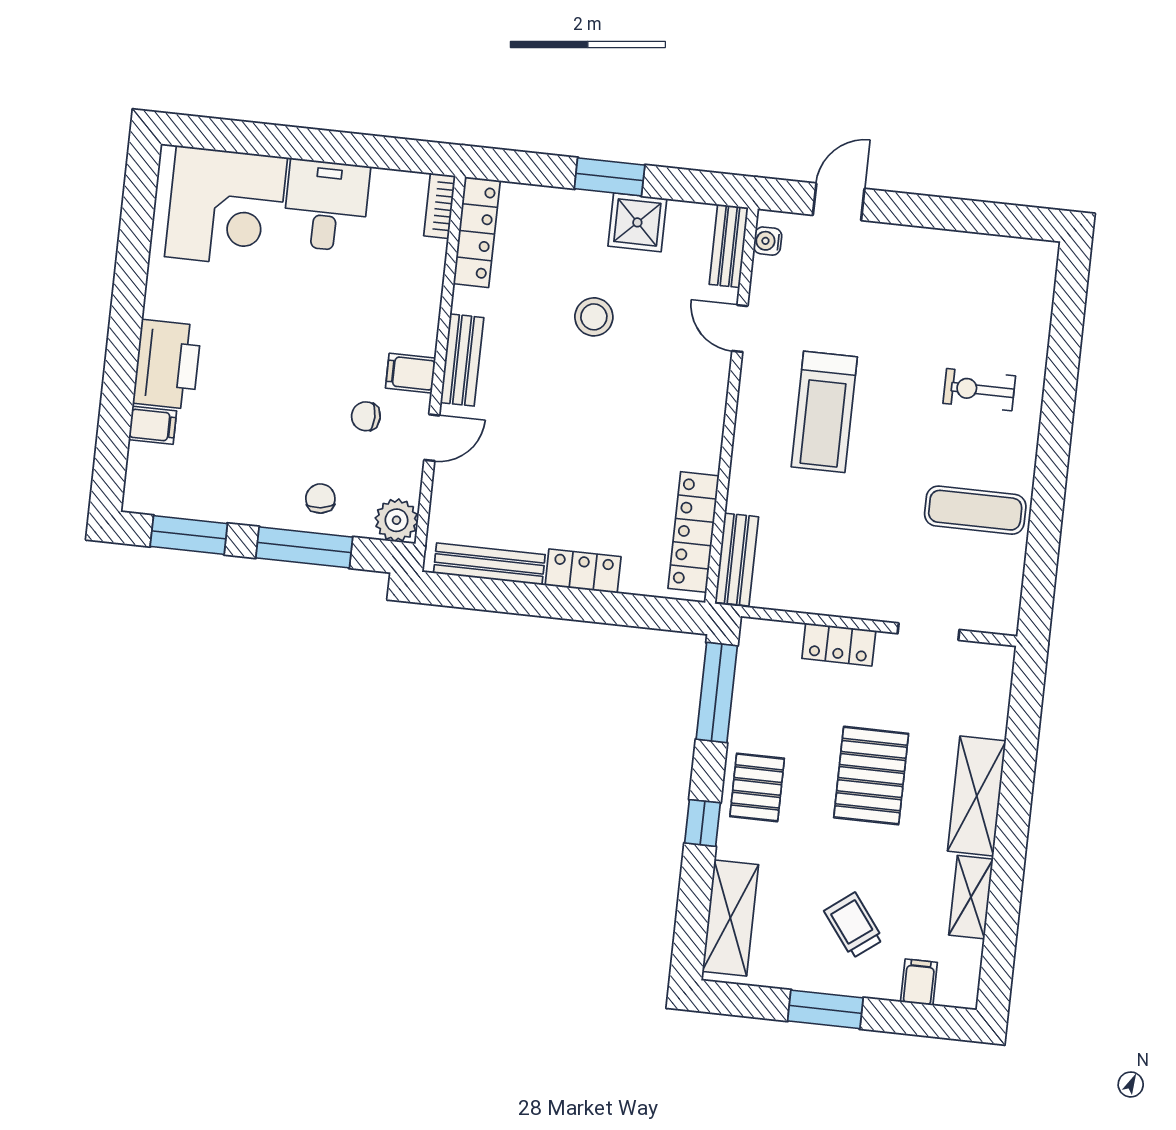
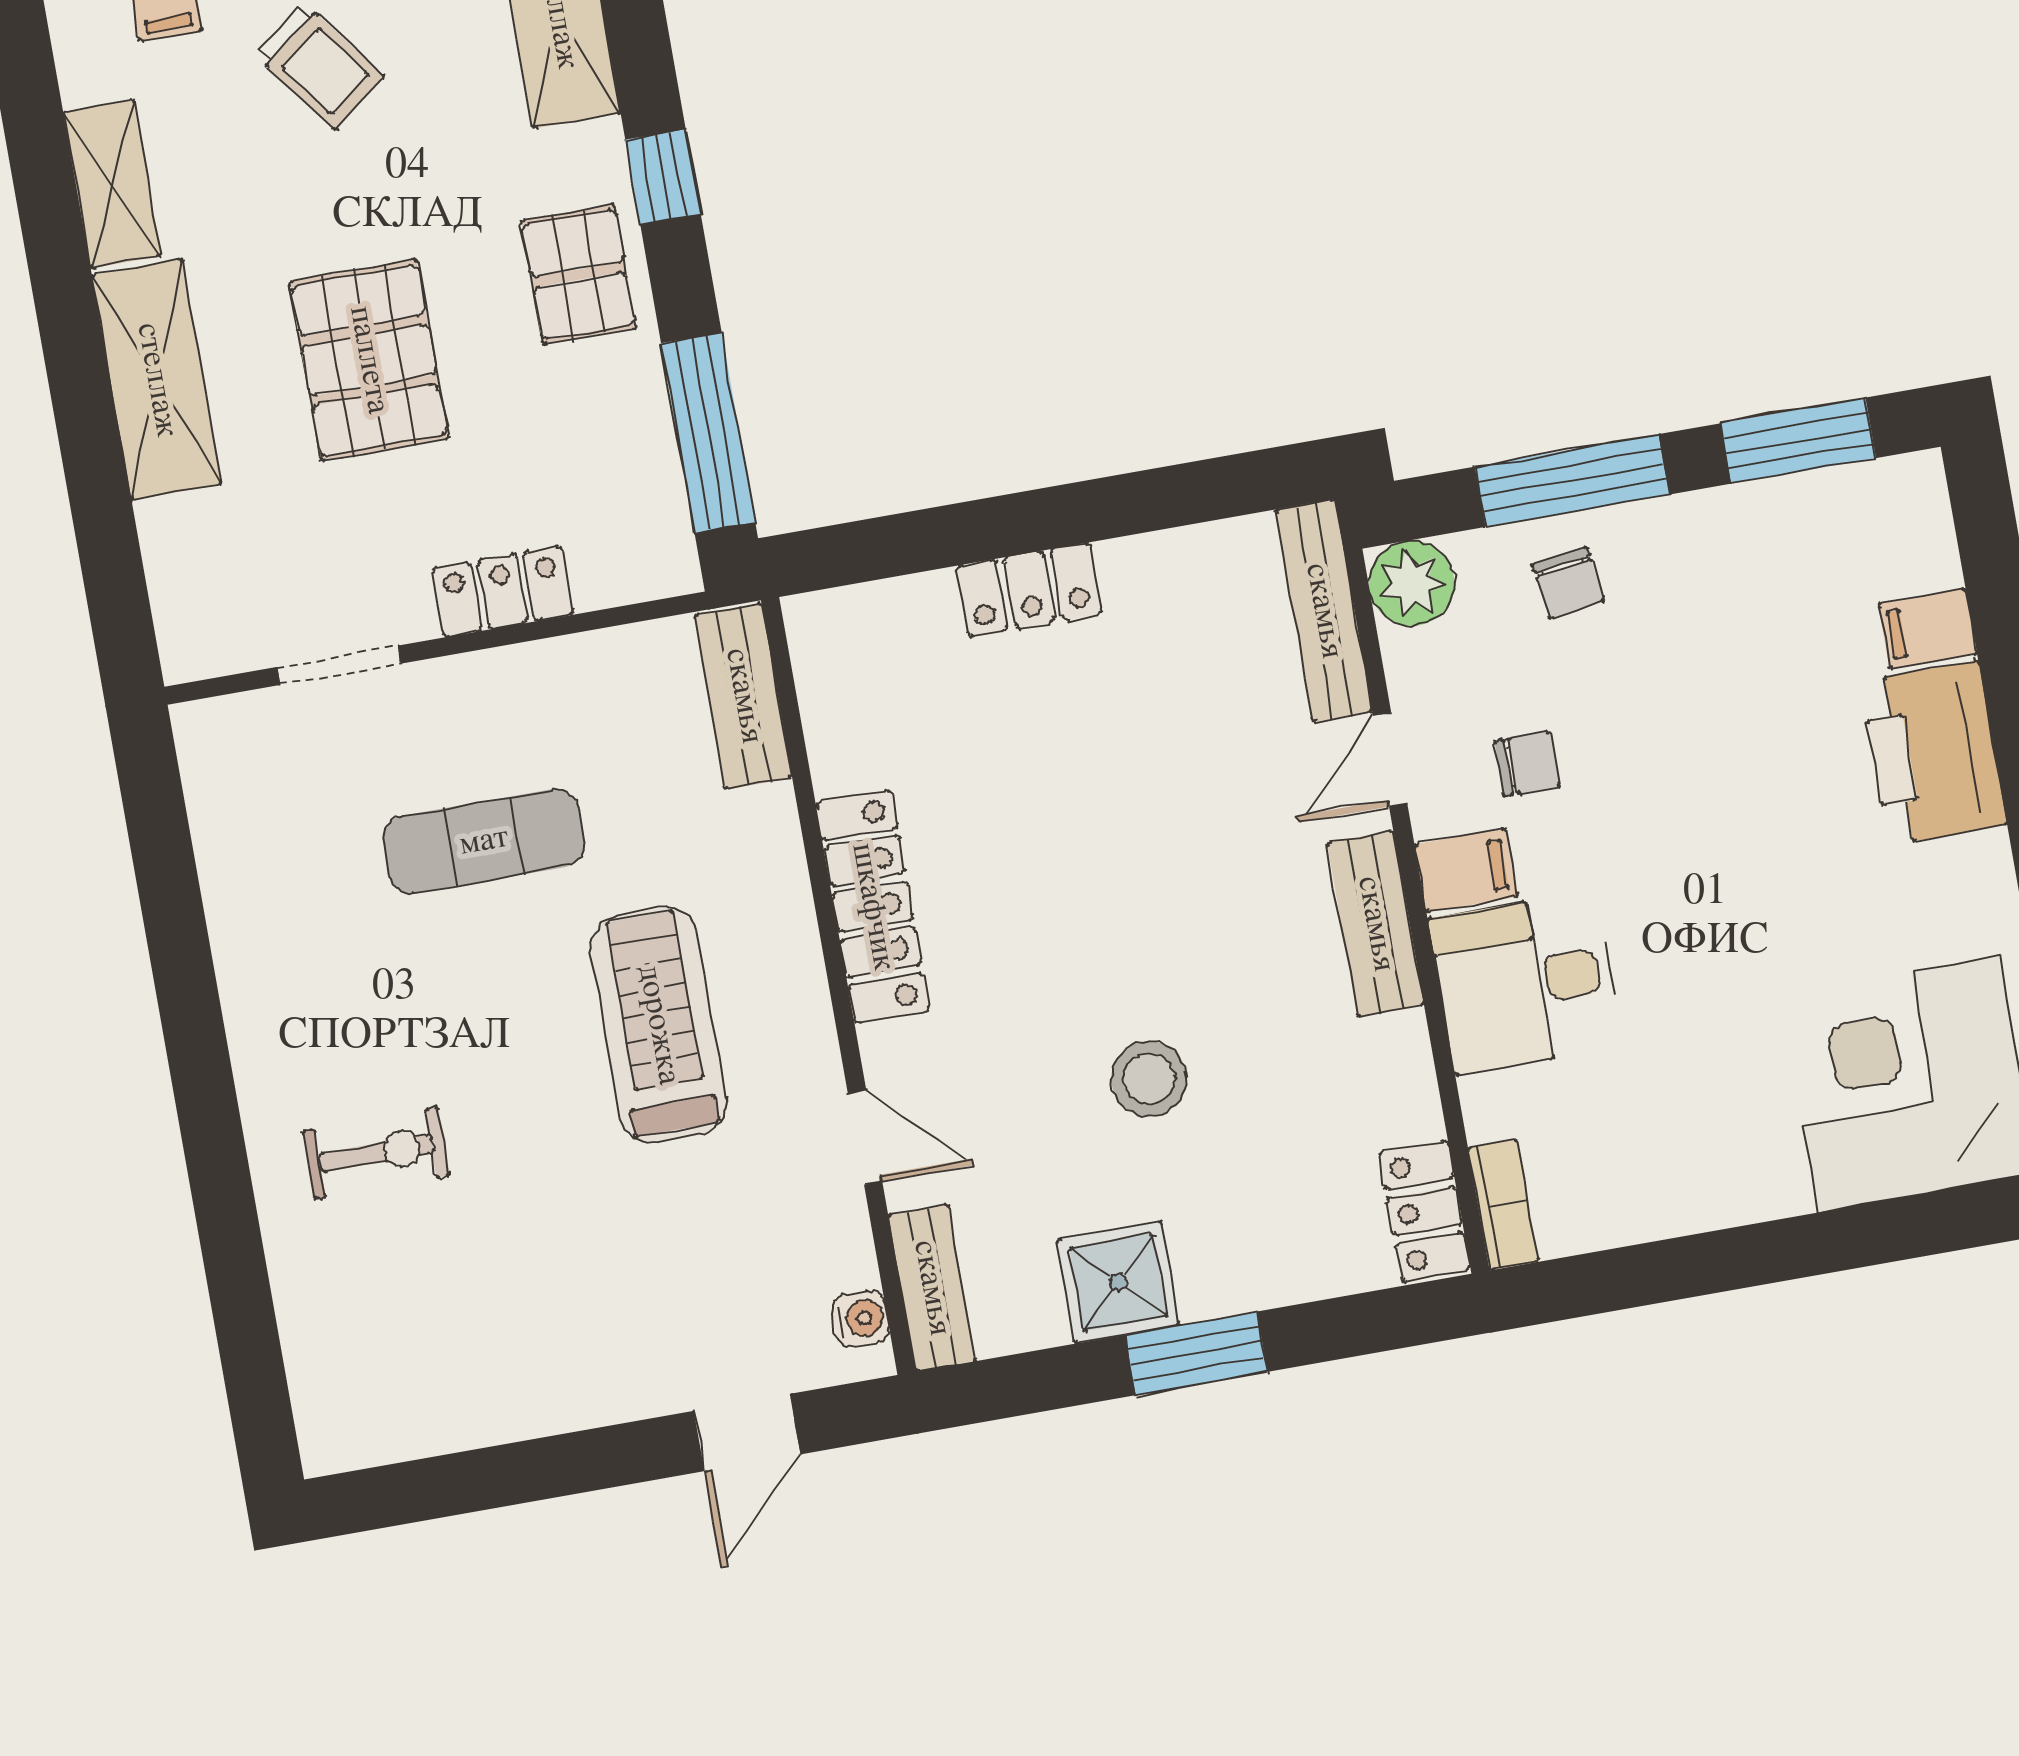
desk: (326, 205) -> (1526, 983), moved, turned 90
locker: (477, 232) -> (1425, 1211), width x0.66
exercise mat: (975, 510) -> (484, 841), moved
locker: (694, 532) -> (873, 907), moved
bench: (489, 564) -> (1324, 611), moved, turned 90

